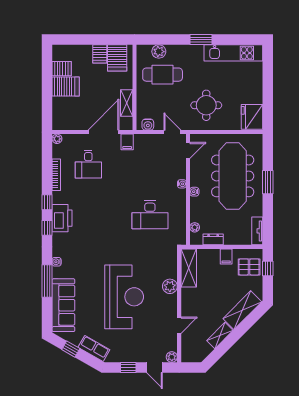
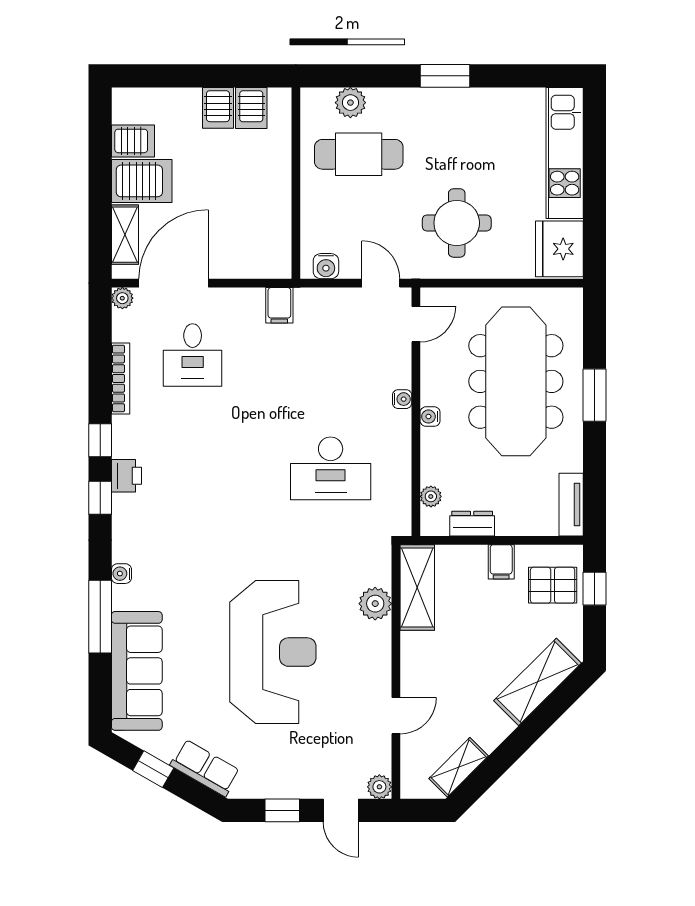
kitchen unit: (233, 53) -> (565, 153), moved, turned 90
server rack: (117, 58) -> (251, 108), width x0.73, depth x0.70
shelving: (127, 103) -> (125, 235), moved
door: (104, 132) -> (174, 283), moved
printer: (62, 218) -> (126, 476), width x0.53, depth x0.68
plant: (170, 286) -> (375, 604), moved
shelving: (220, 335) -> (459, 767), moved

